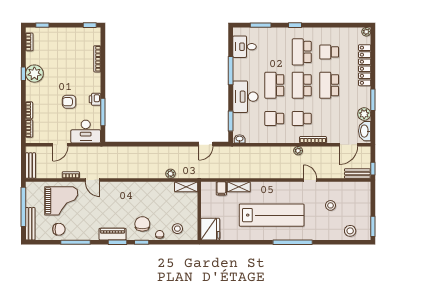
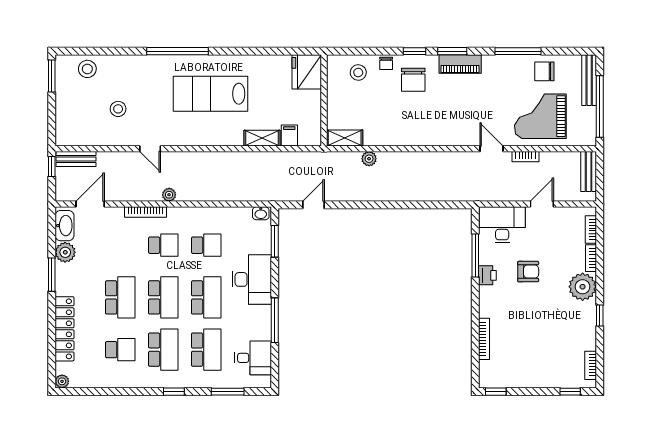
school desk: (274, 52) -> (206, 350), added
plant: (34, 74) -> (583, 287), moved
lab bench: (272, 215) -> (210, 94), width x0.73

